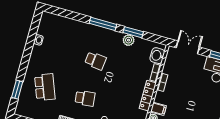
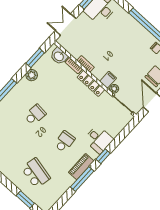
window: (133, 32) -> (35, 58), moved
school desk: (45, 87) -> (36, 173), turned 33

